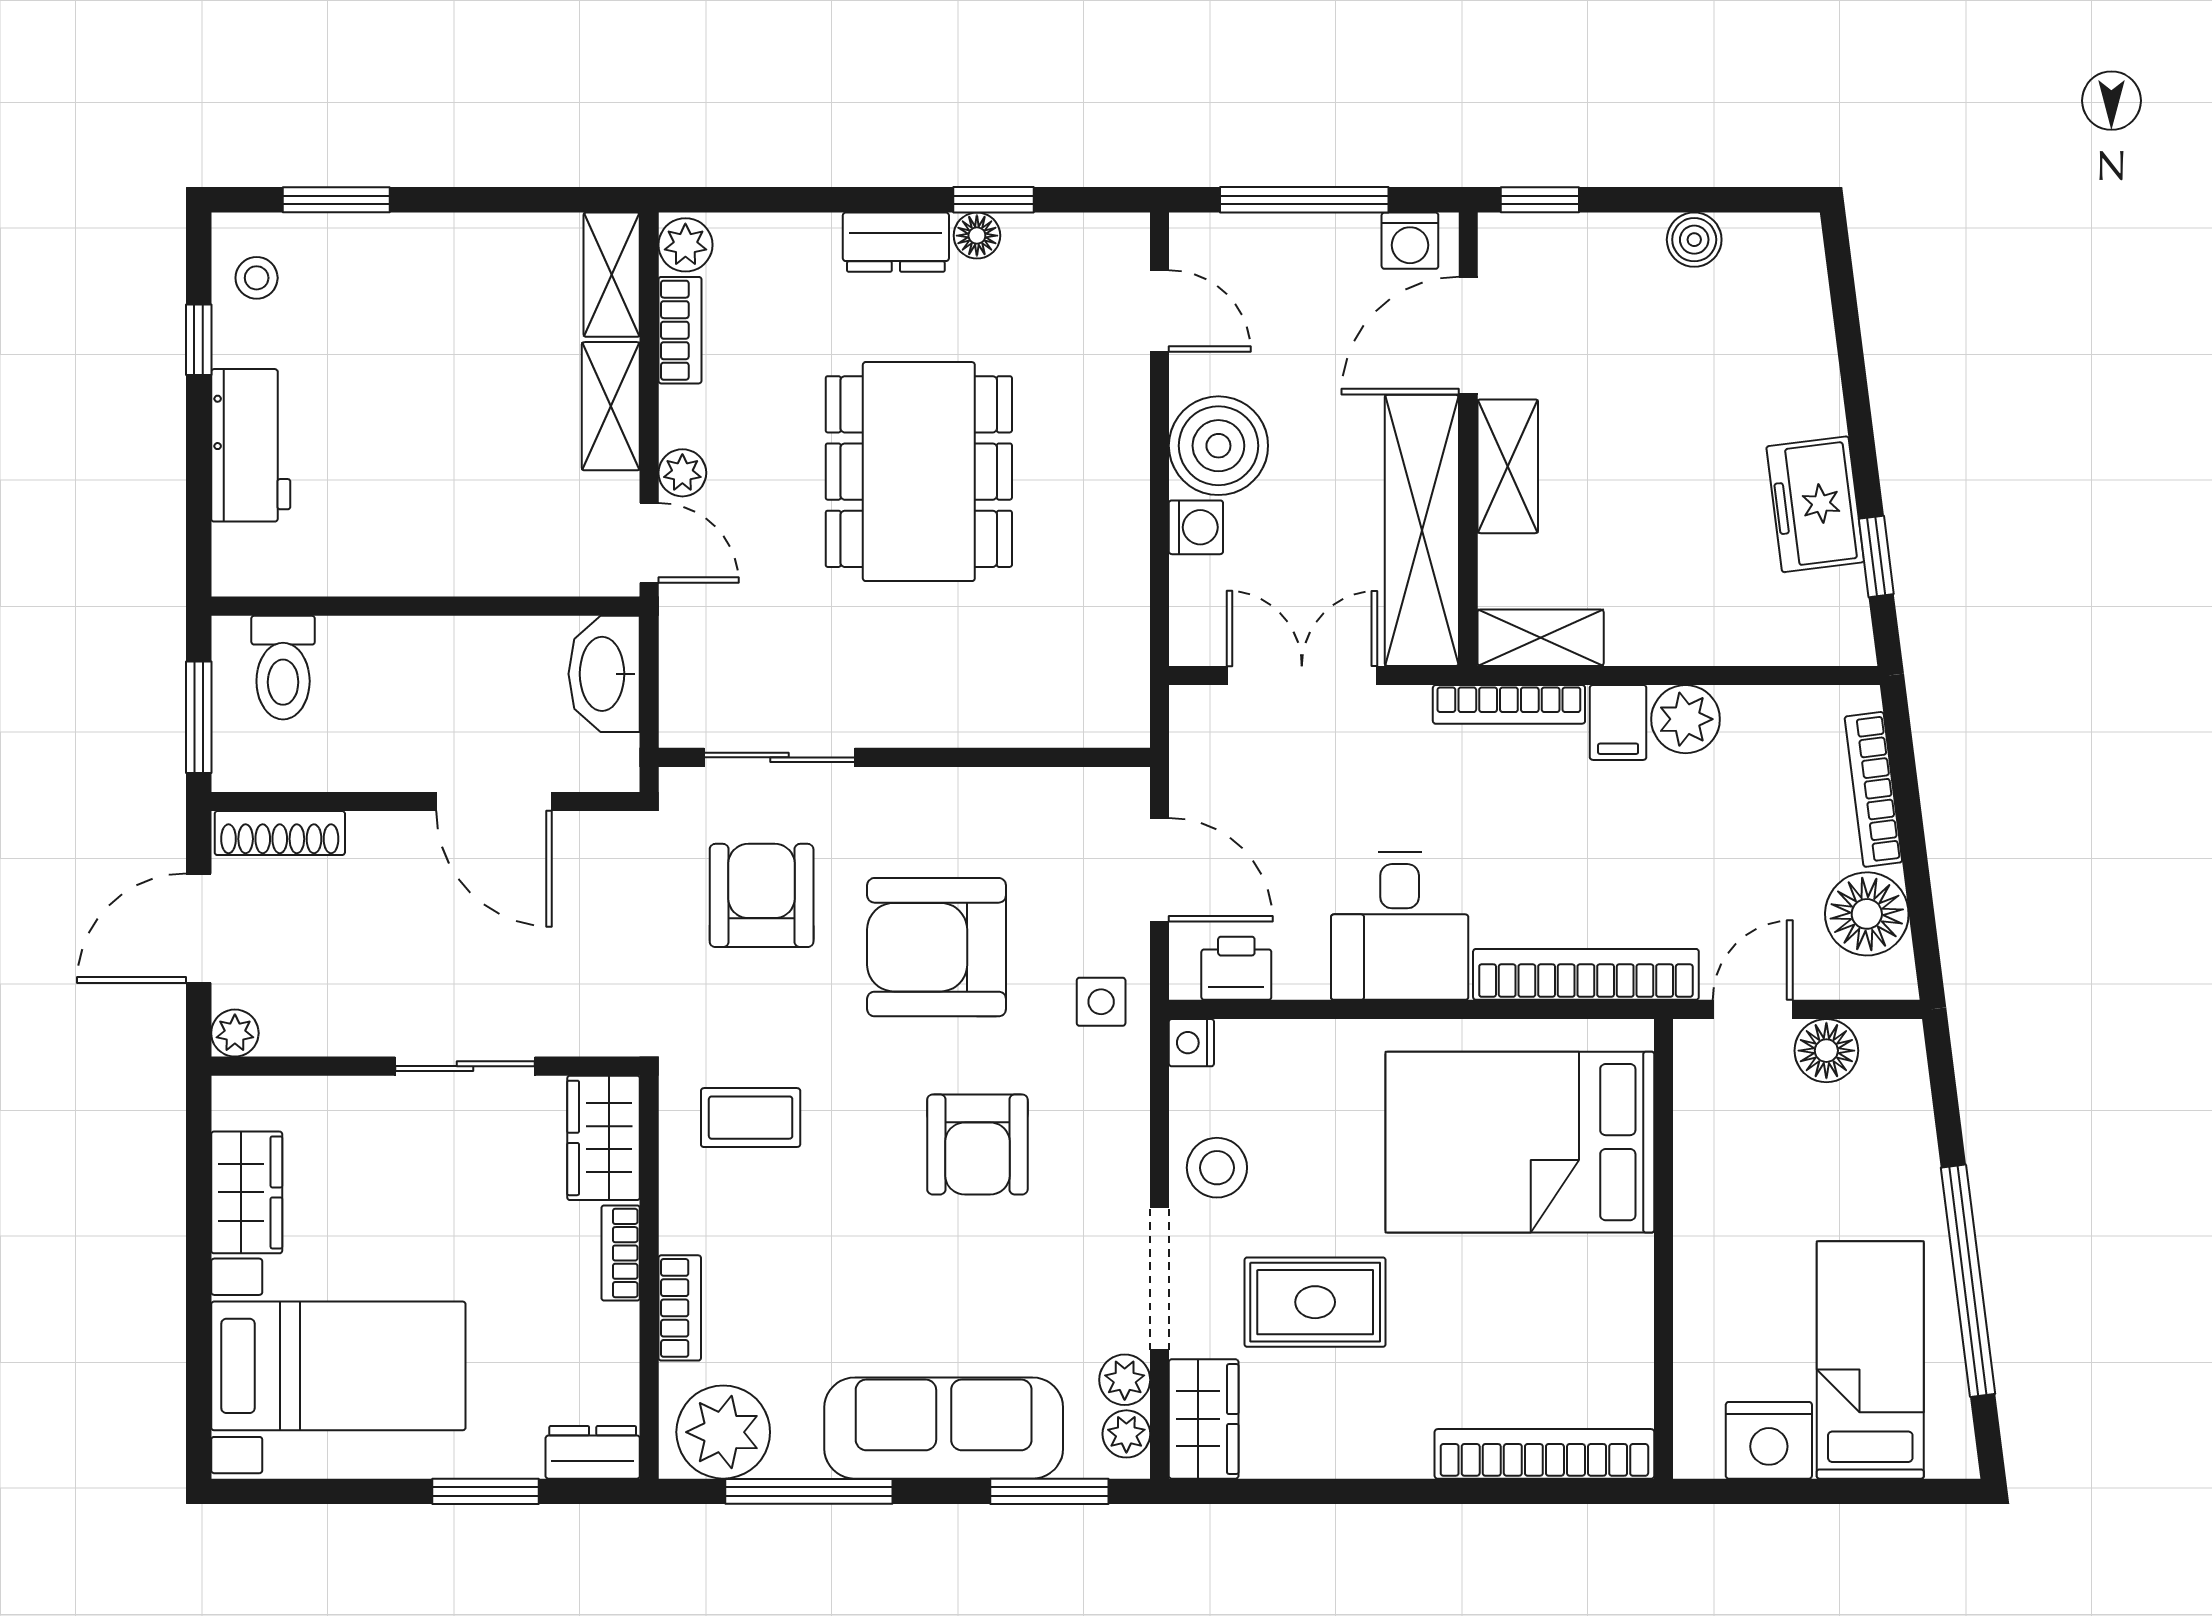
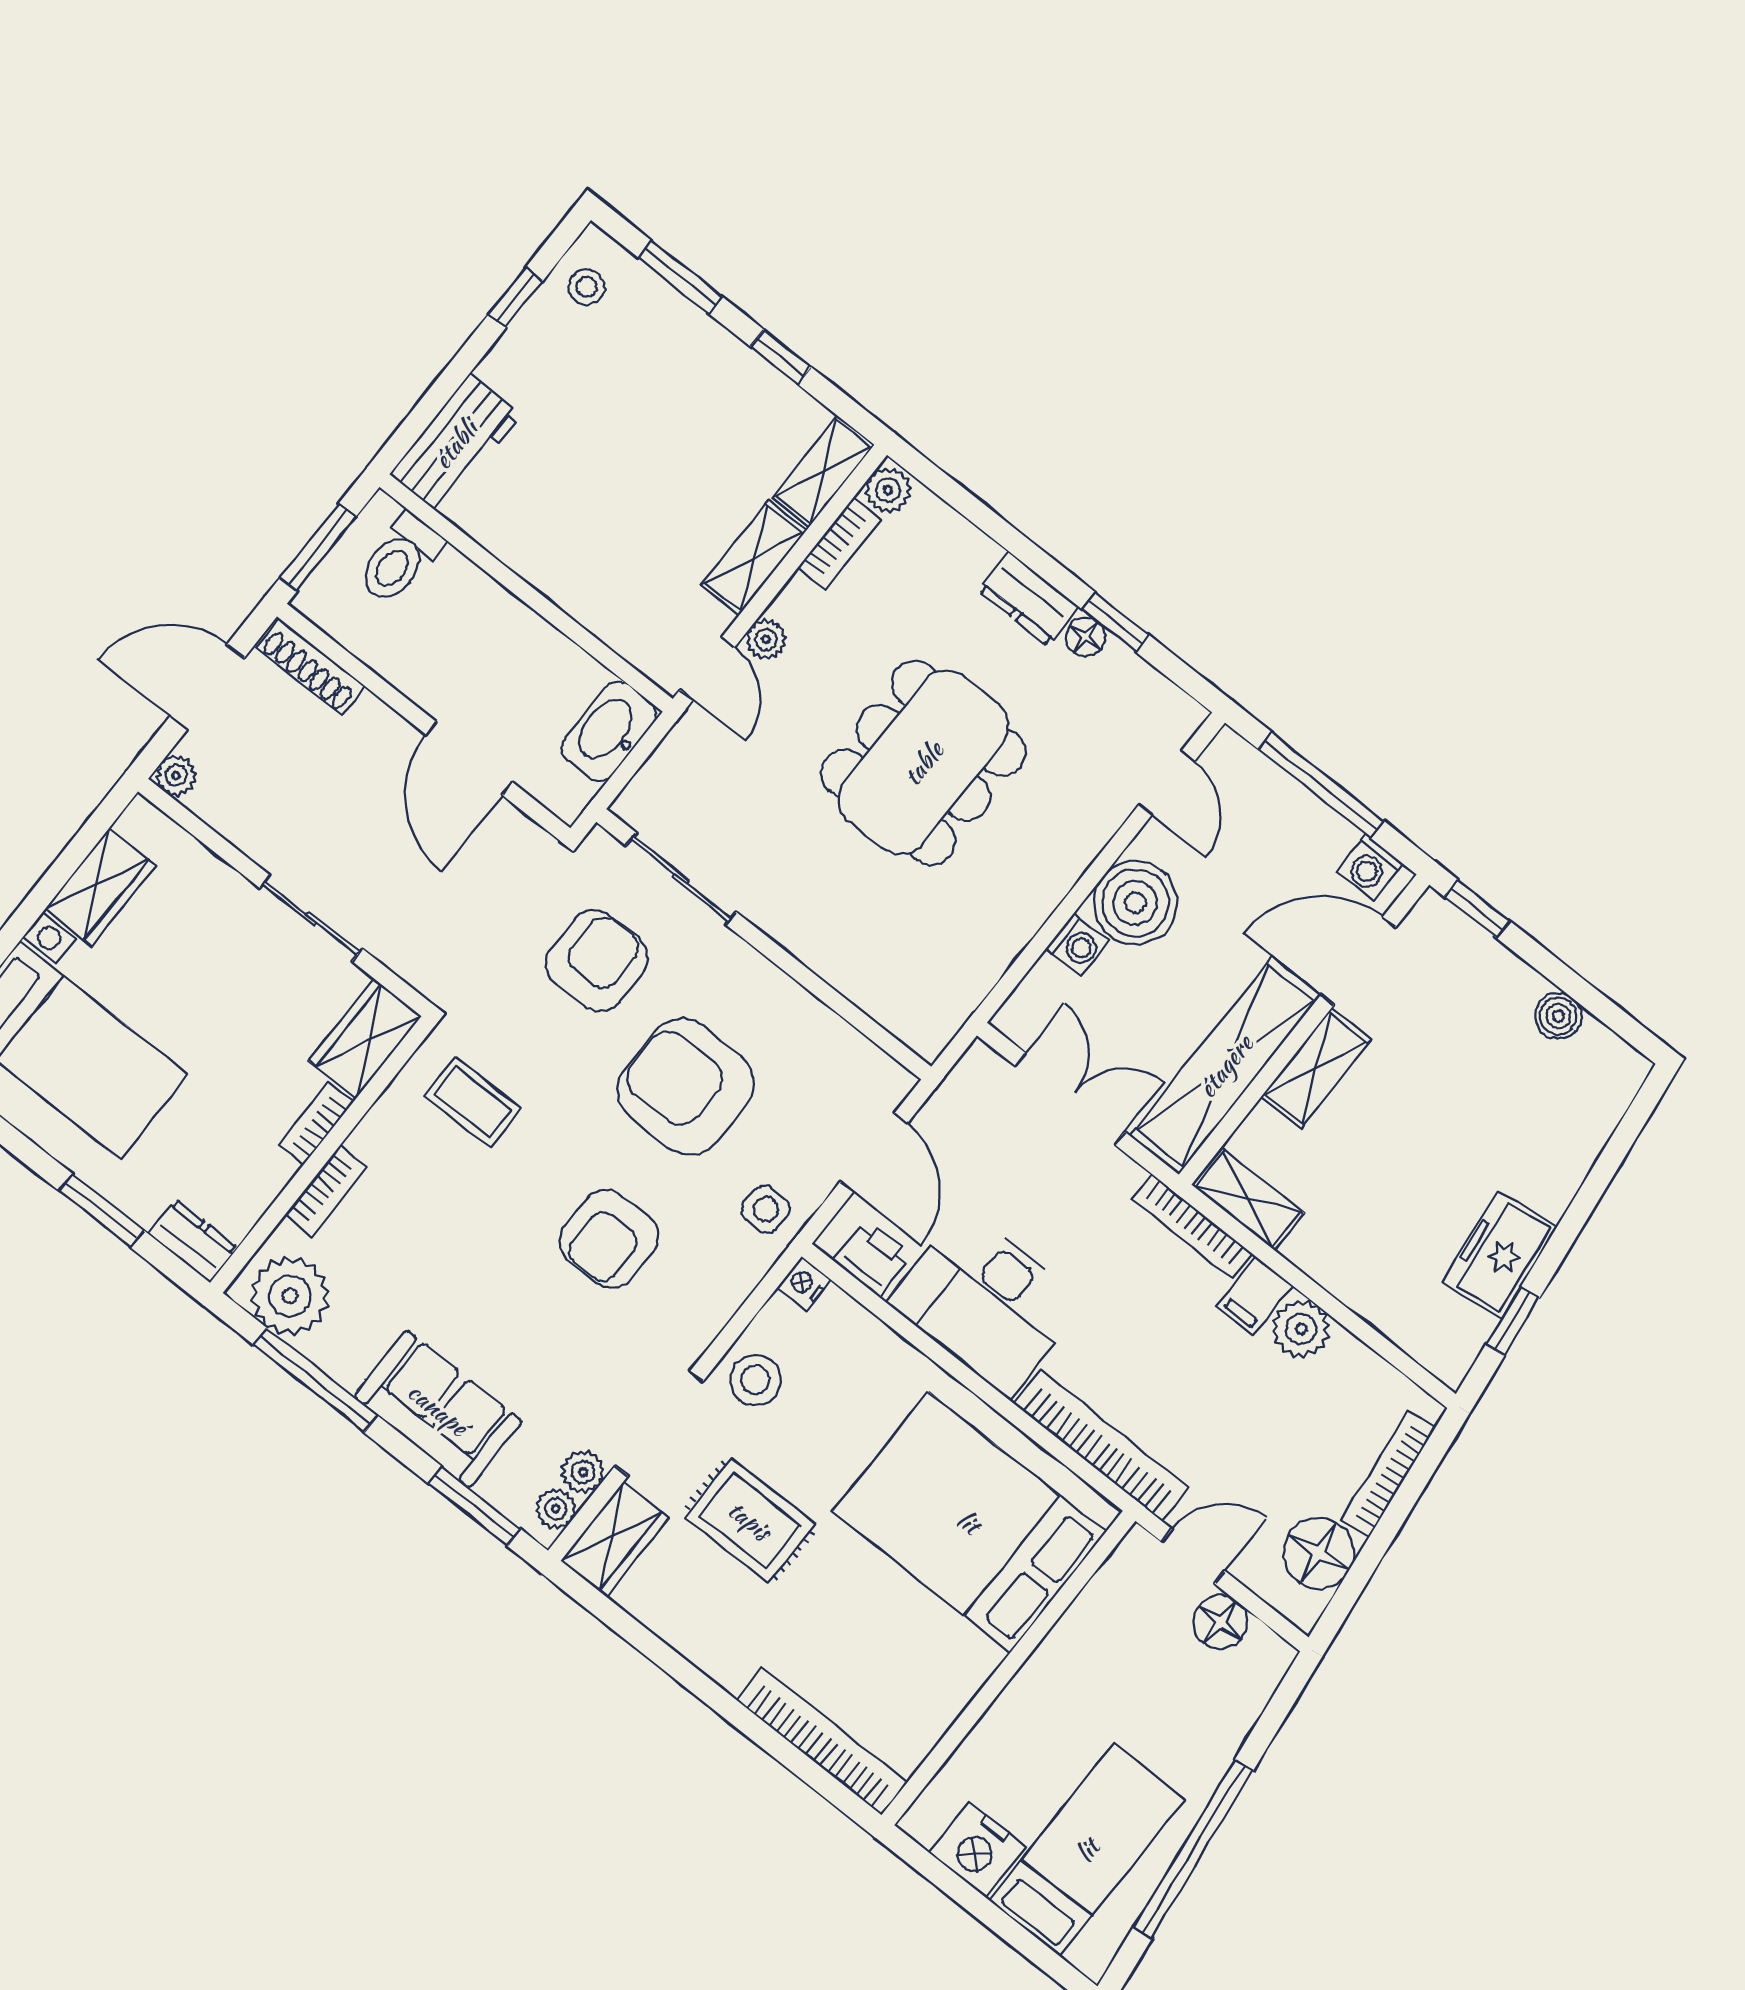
window: (488, 200) -> (781, 357), added
workbench: (251, 445) -> (455, 444), moved
desk: (1400, 926) -> (986, 1302), width x1.37
sofa: (944, 1428) -> (438, 1409), width x0.73

